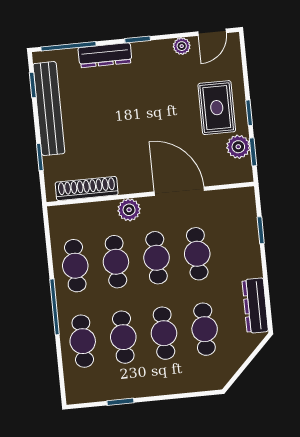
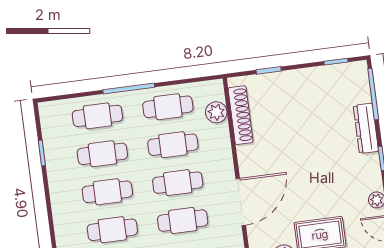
bench: (49, 109) -> (314, 77), removed
plant: (129, 210) -> (216, 112), moved

